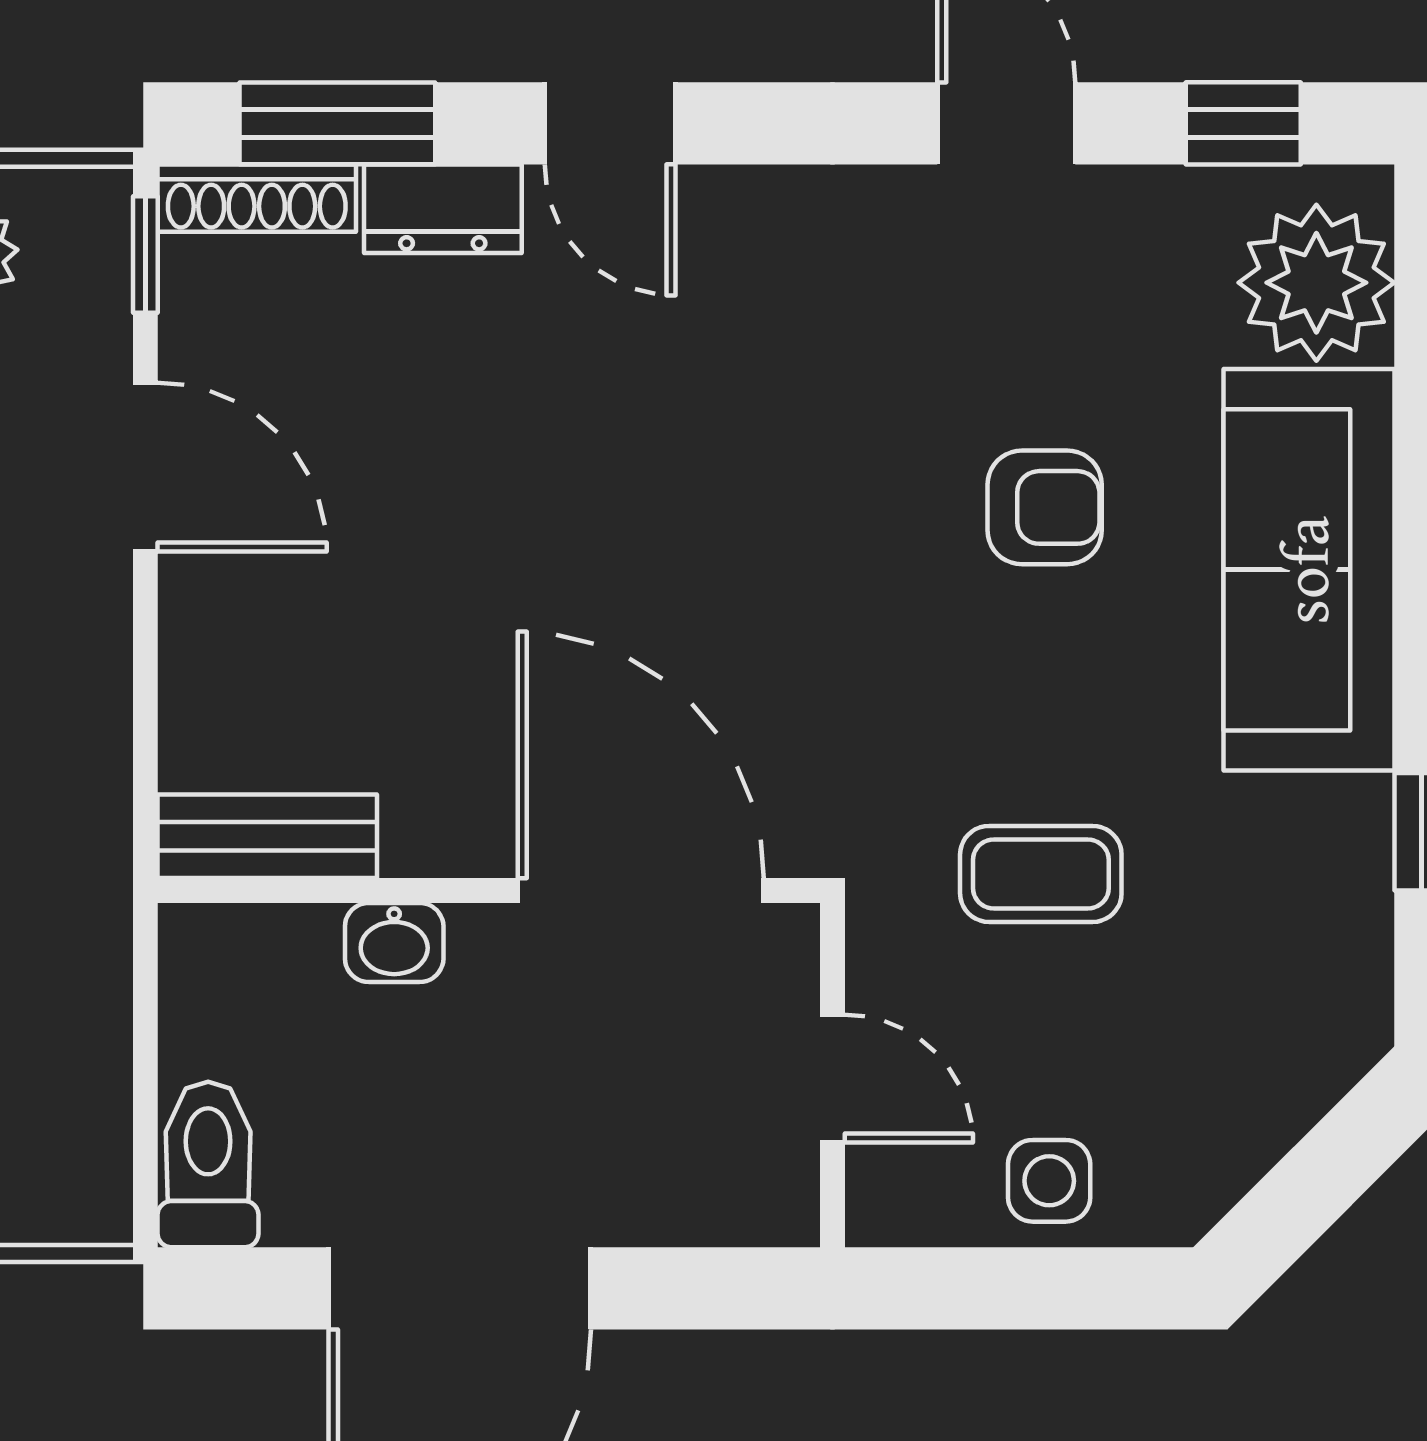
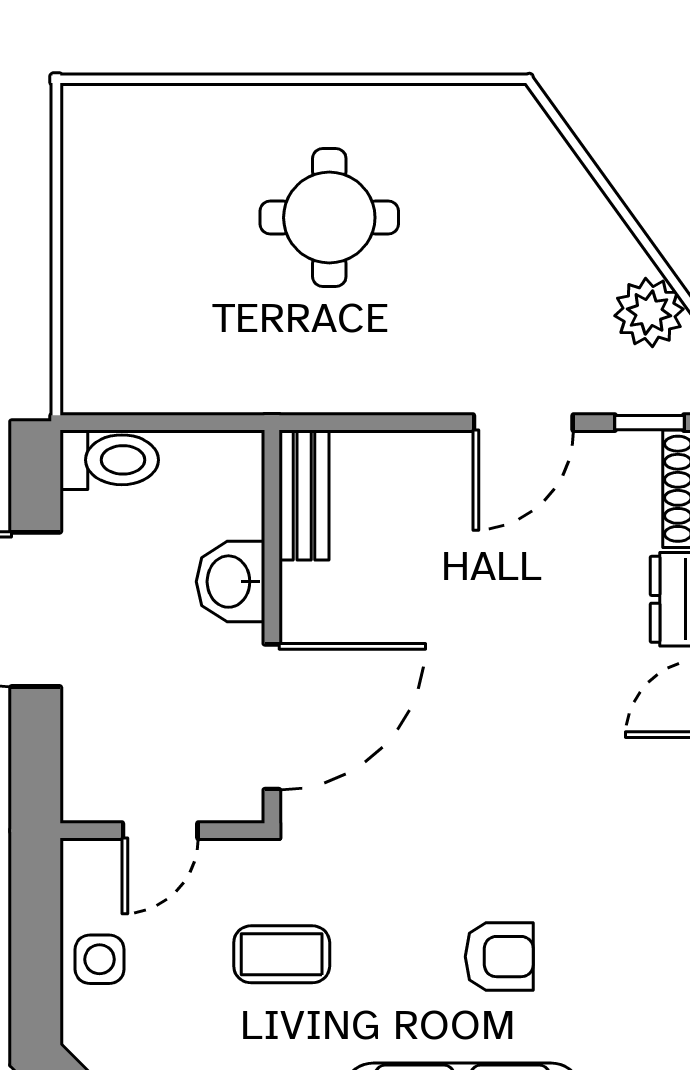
armchair: (1045, 507) -> (499, 957), turned -90
coffee table: (1041, 874) -> (282, 954), turned 90
washbasin: (394, 942) -> (230, 582), width x1.38, depth x1.45

